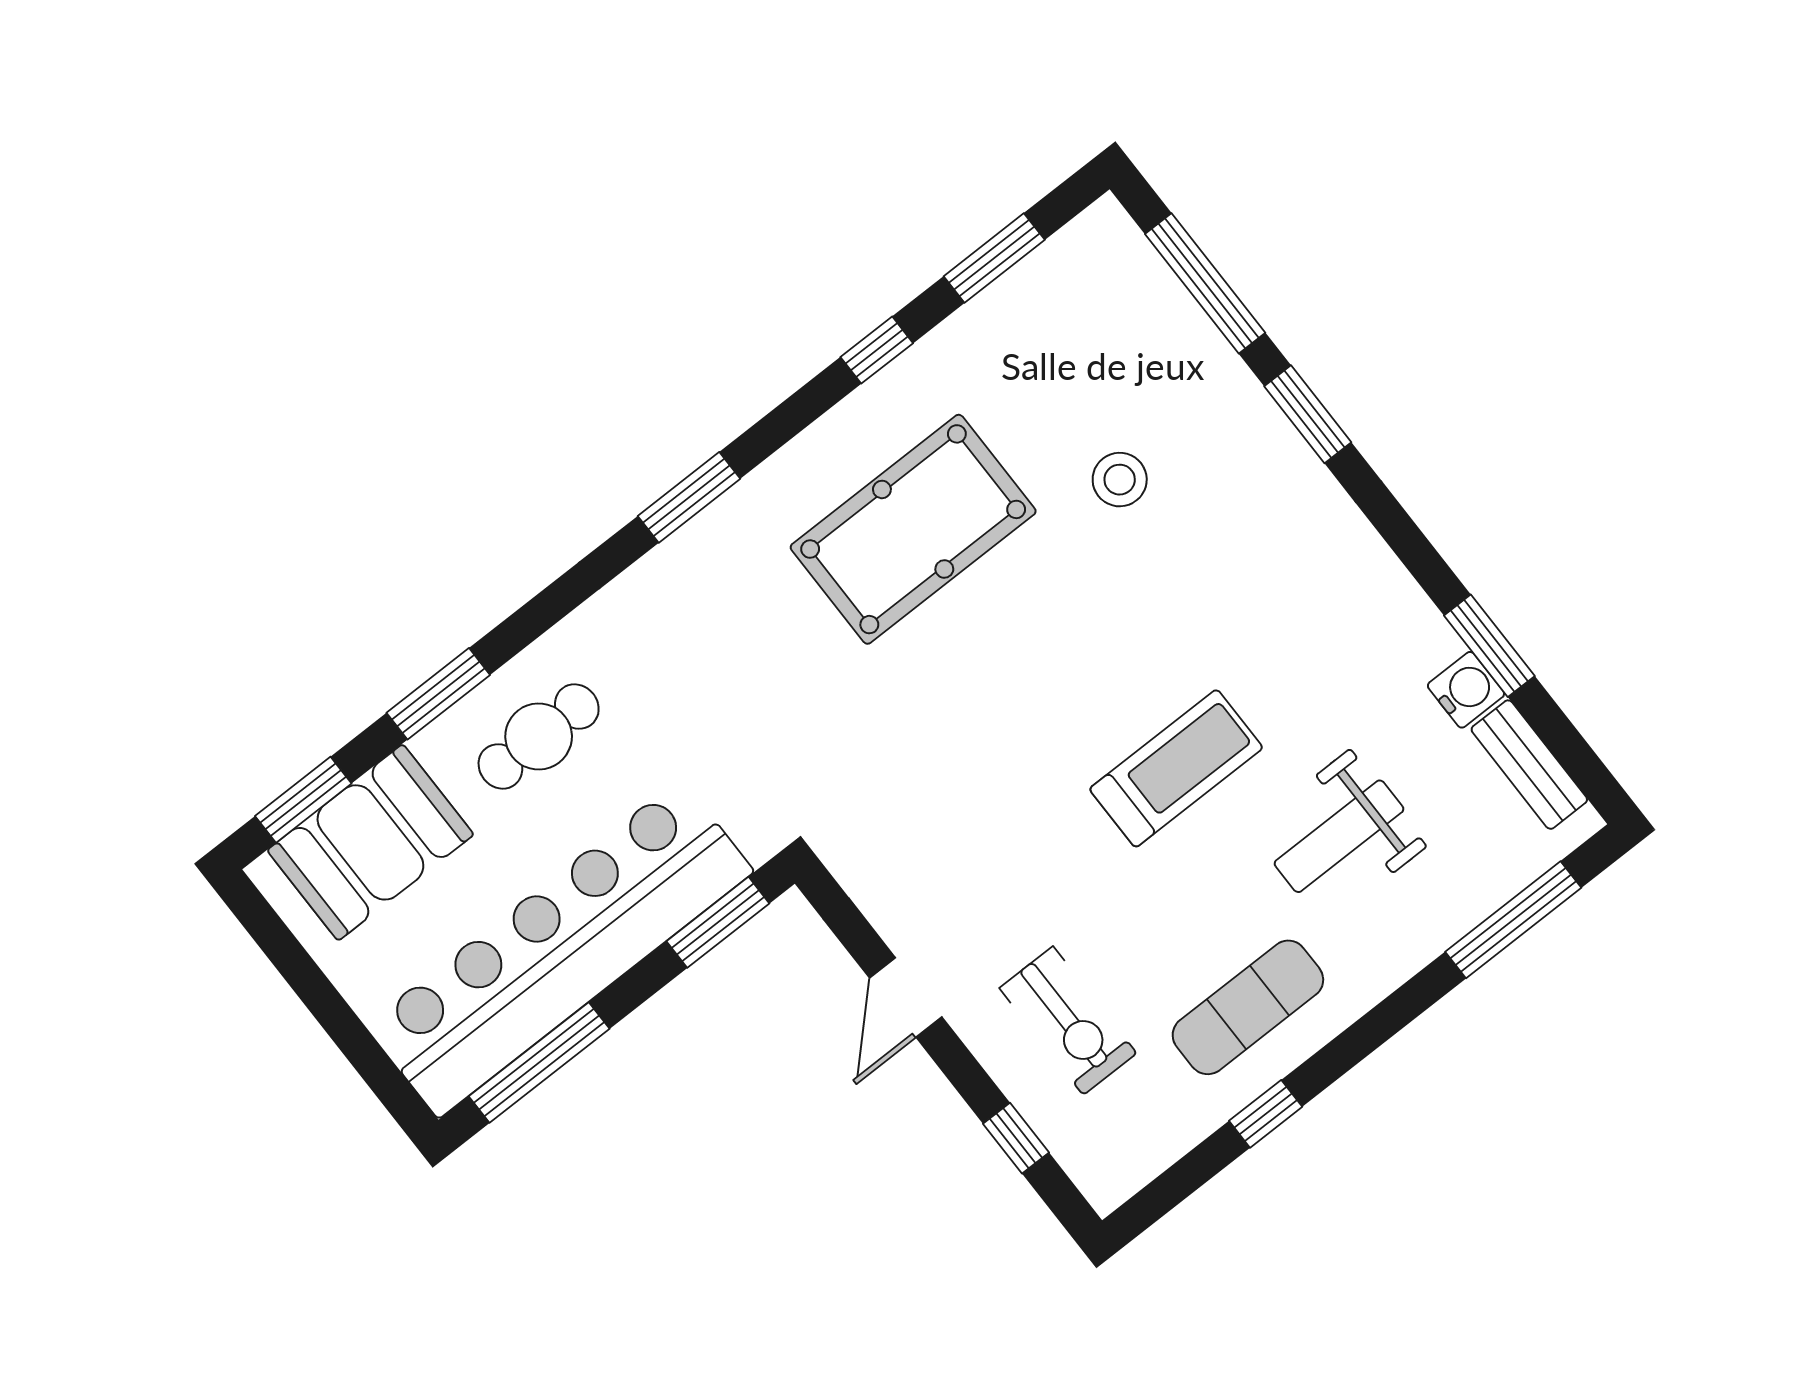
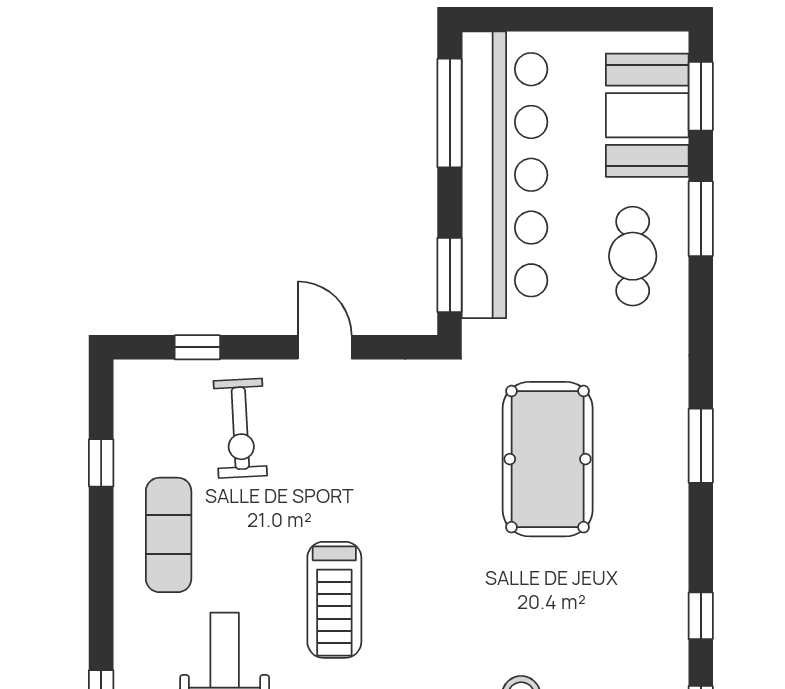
pool table: (913, 529) -> (548, 459), moved
exercise bike: (1068, 1021) -> (240, 428), turned -93
window: (1266, 1114) -> (101, 463), moved

